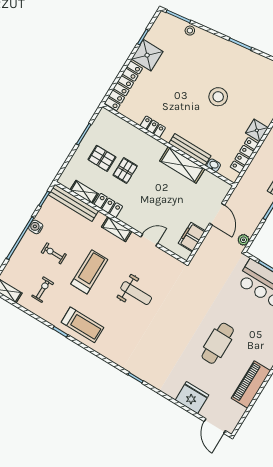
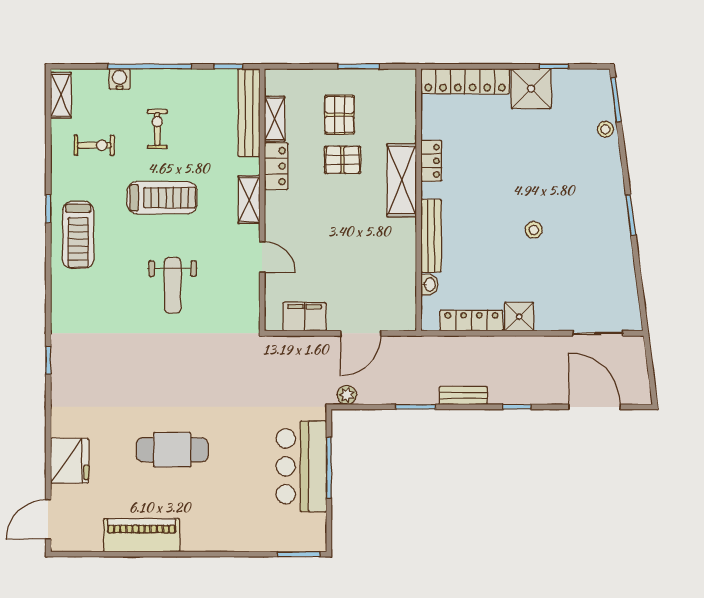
stool: (218, 97) -> (534, 230), width x0.53, depth x0.53
shelving: (182, 165) -> (402, 180), moved
water cooler: (36, 227) -> (120, 79), moved

